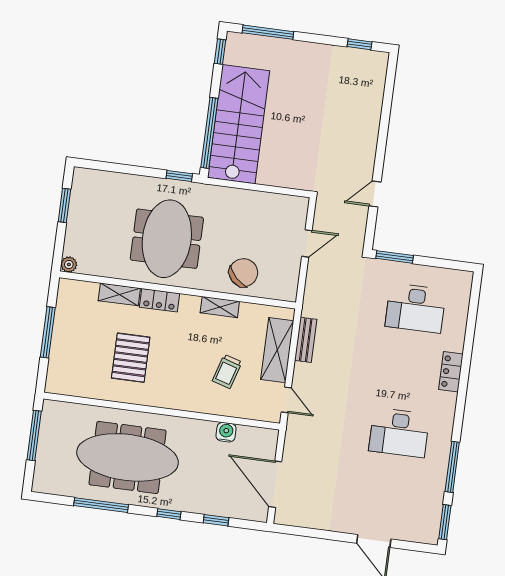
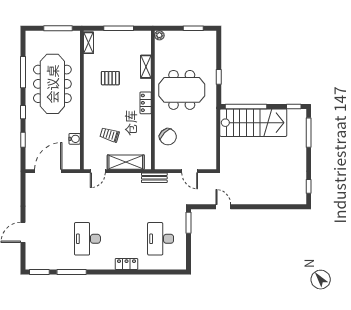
window: (179, 176) -> (219, 77), moved
locker: (160, 300) -> (146, 103), moved
shelving: (220, 307) -> (88, 43), moved
bench: (306, 340) -> (154, 178), moved
pallet: (131, 358) -> (110, 78), width x0.67, depth x0.71

